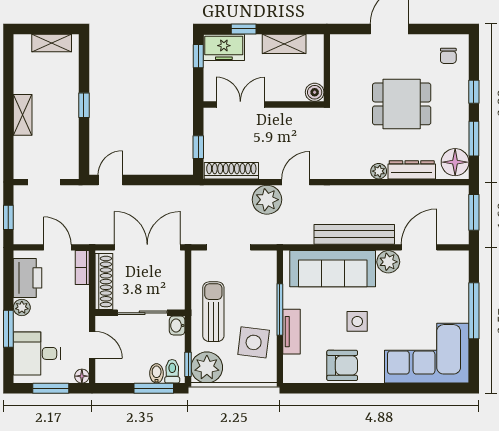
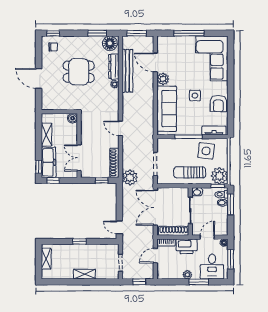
window: (244, 29) -> (39, 167), moved
freezer: (224, 47) -> (48, 162), width x1.40
window: (474, 92) -> (53, 33), moved
dining table: (402, 104) -> (79, 72), turned 90
plant: (267, 200) -> (130, 177), moved
bench: (354, 234) -> (127, 71), moved
printer: (28, 278) -> (187, 246), moved, turned 180
tv unit: (292, 332) -> (214, 131), moved
armchair: (342, 365) -> (218, 104), turned 180

